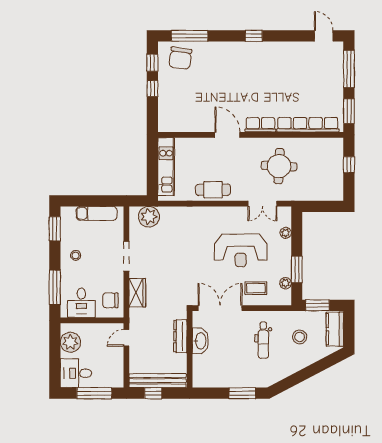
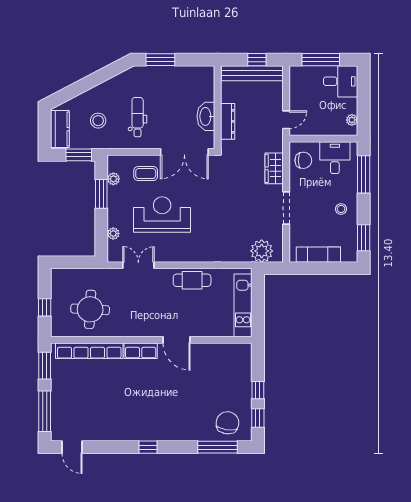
round table: (279, 166) -> (90, 309), moved
plant: (70, 342) -> (352, 120), width x0.53, depth x0.53

